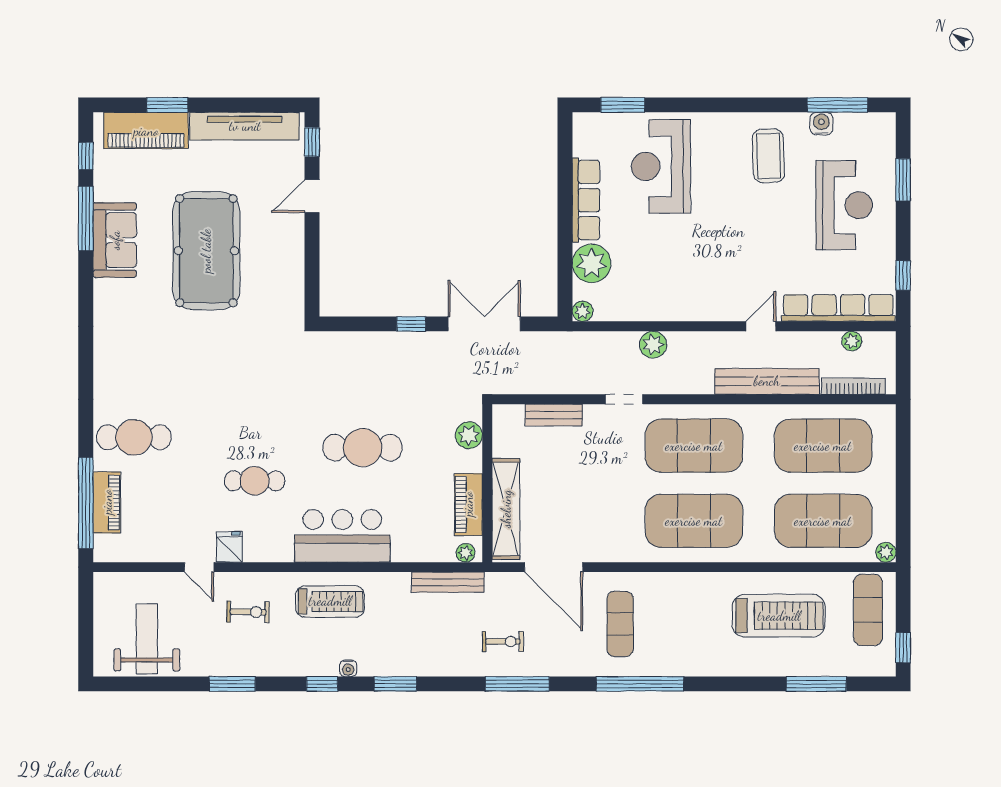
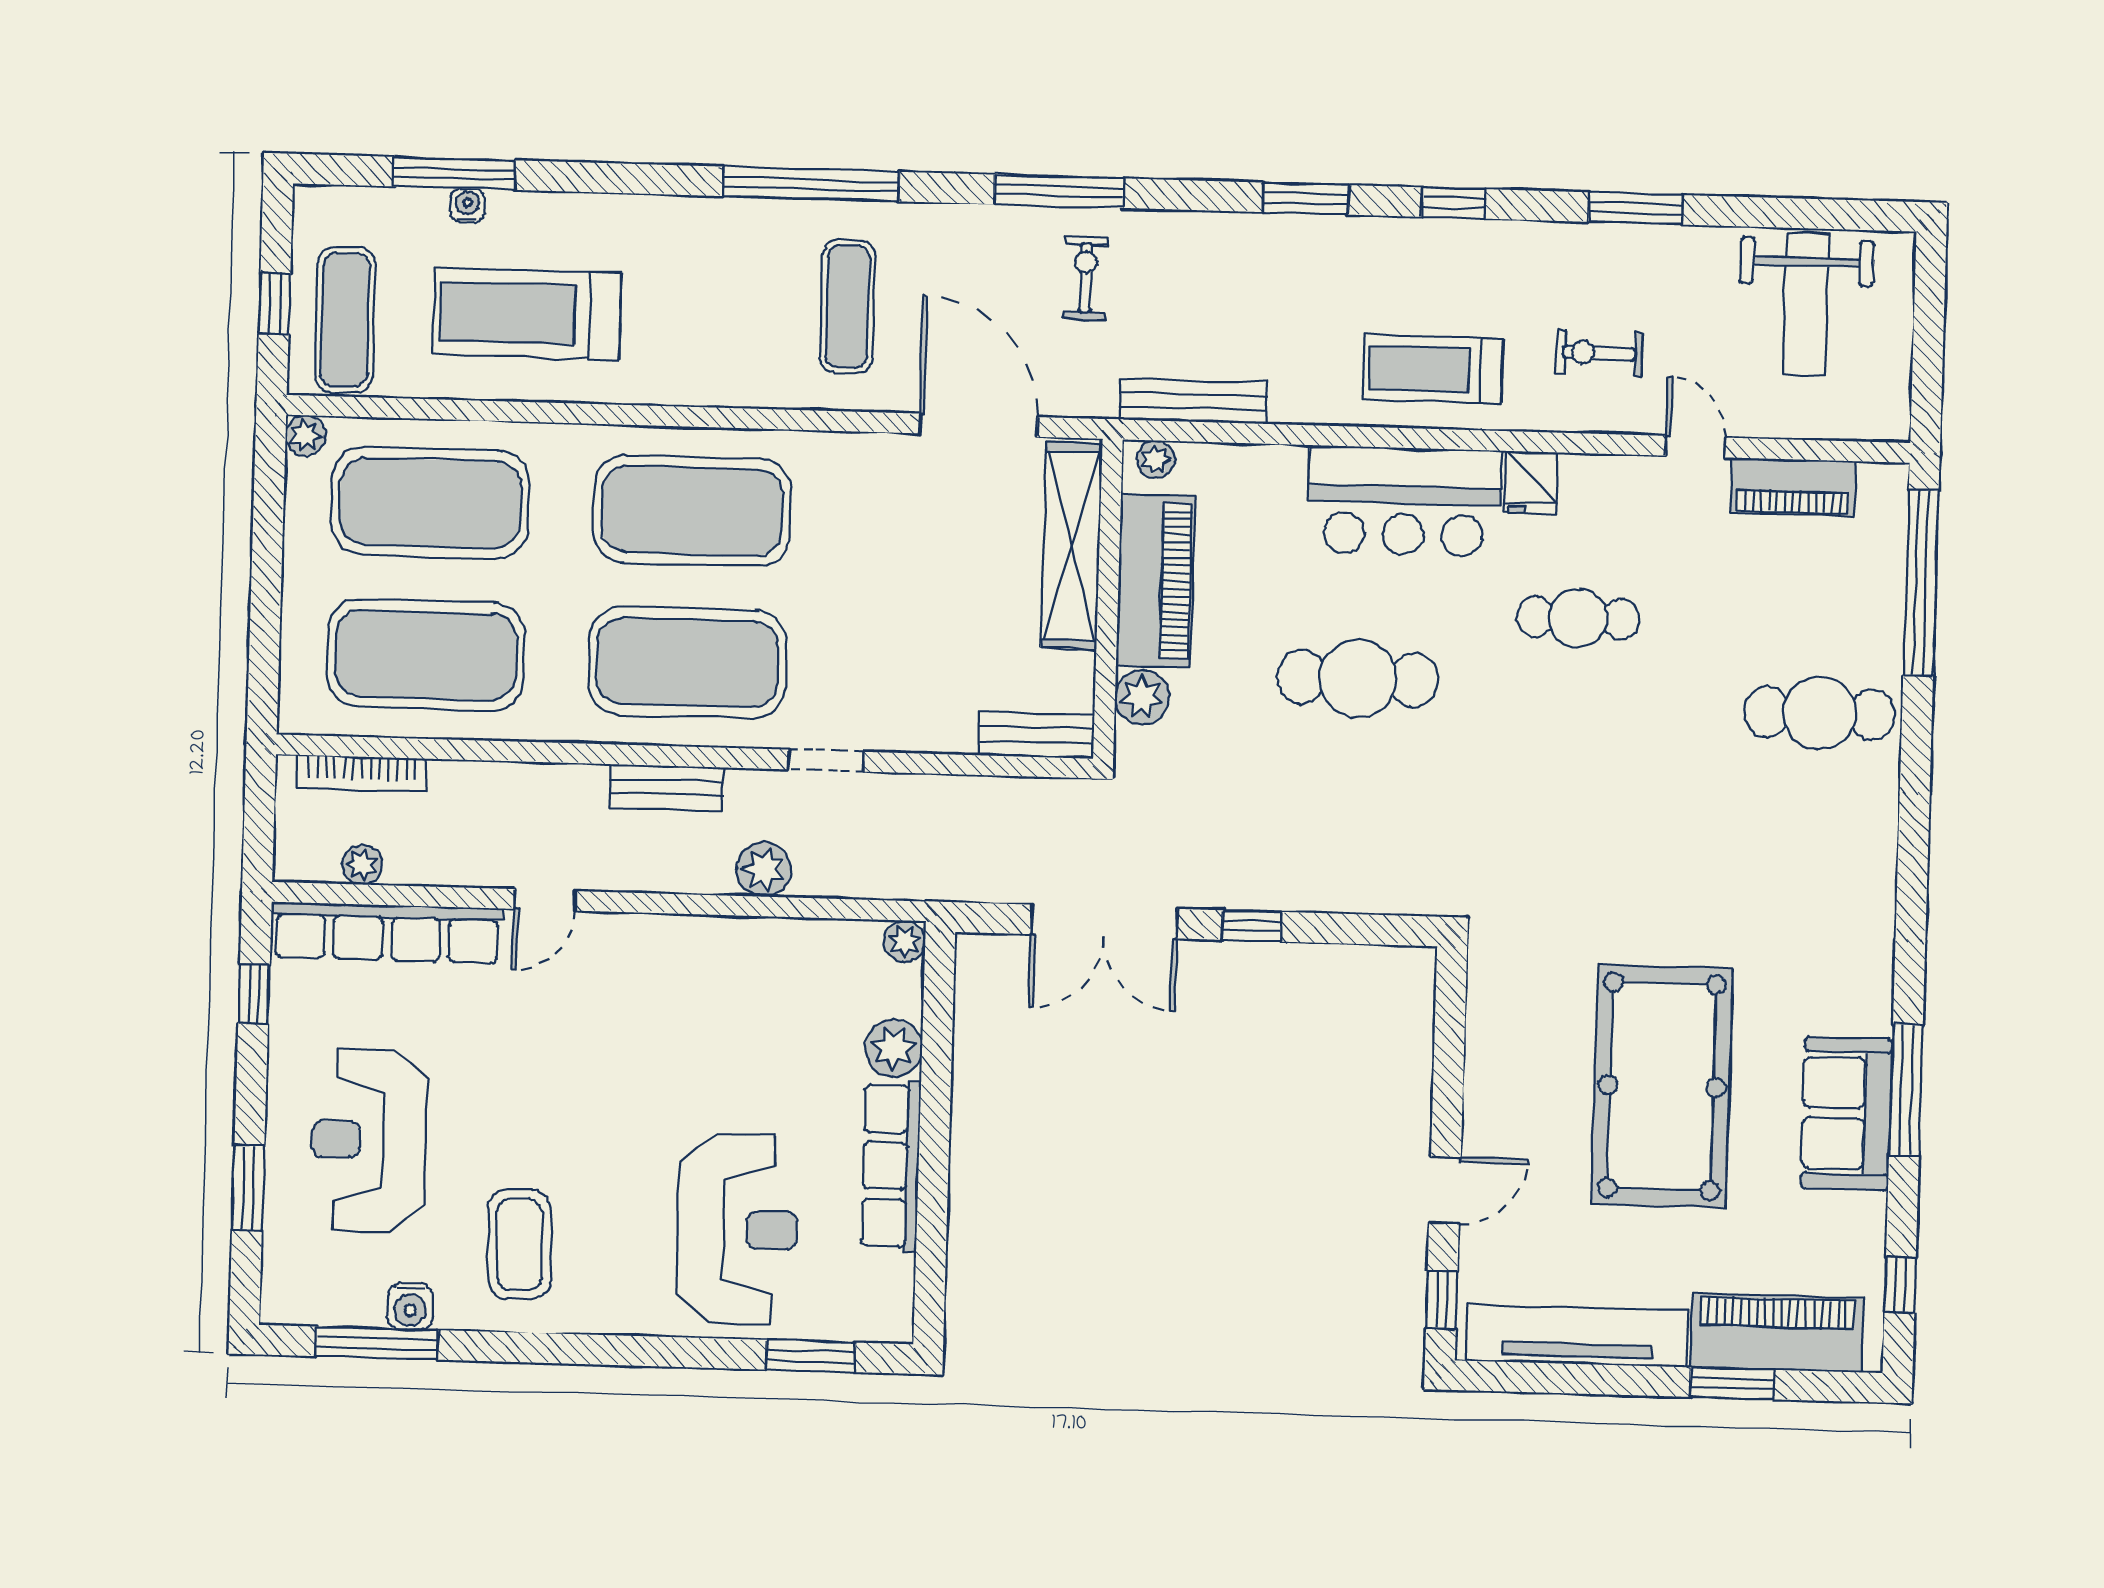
window: (86, 218) -> (1906, 1090), moved
plant: (592, 263) -> (894, 1048), width x0.73, depth x0.73
bench: (767, 381) -> (666, 787), moved, width x0.54, depth x0.82
bench: (554, 415) -> (1036, 735), moved
piano: (107, 502) -> (1793, 487), moved, turned -90
piano: (468, 504) -> (1156, 580), width x1.37, depth x1.33
fridge: (229, 547) -> (1531, 483), moved
exercise bike: (503, 642) -> (1086, 278), turned 90
window: (903, 648) -> (274, 304), moved
water cooler: (348, 668) -> (467, 205), moved

